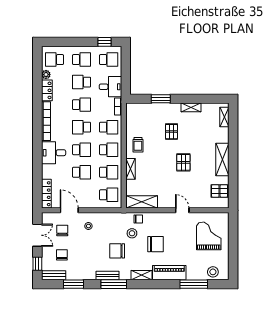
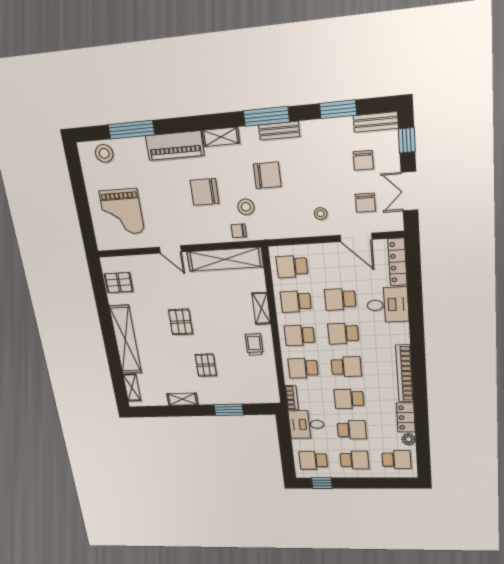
school desk: (82, 60) -> (354, 460), turned 180
desk: (54, 153) -> (388, 305), moved
shelving: (222, 159) -> (125, 340), width x1.47
shelving: (142, 202) -> (225, 259), width x1.47

